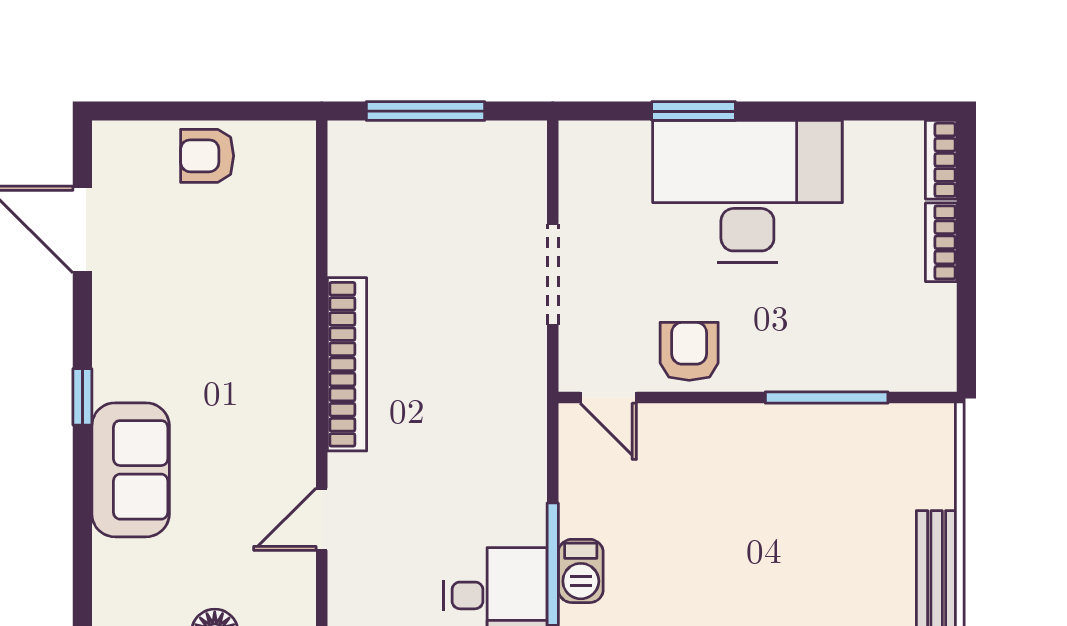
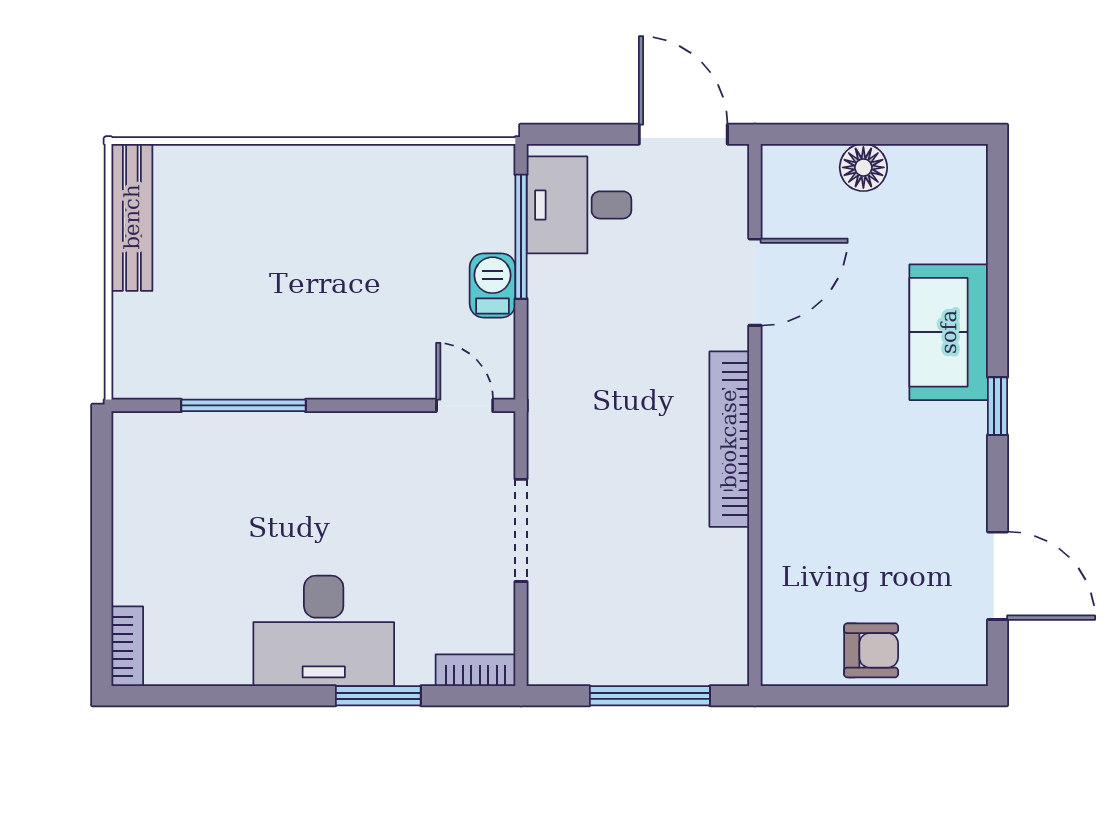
desk: (747, 191) -> (324, 631), width x0.73, depth x0.77
bookcase: (941, 242) -> (475, 670), moved, turned -90
armchair: (689, 351) -> (383, 452), removed
door: (322, 519) -> (755, 282), width x1.38
barbecue: (581, 571) -> (492, 285), moved

